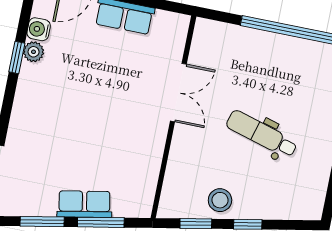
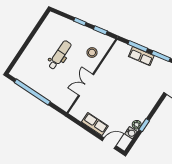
dental chair: (262, 134) -> (60, 55), turned -106
stool: (220, 200) -> (92, 53), moved

